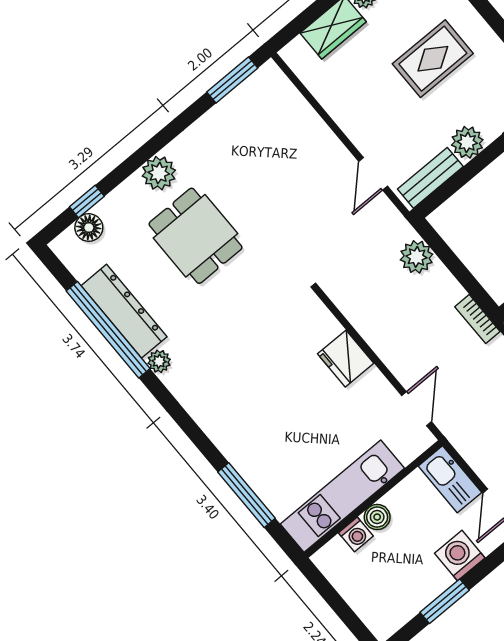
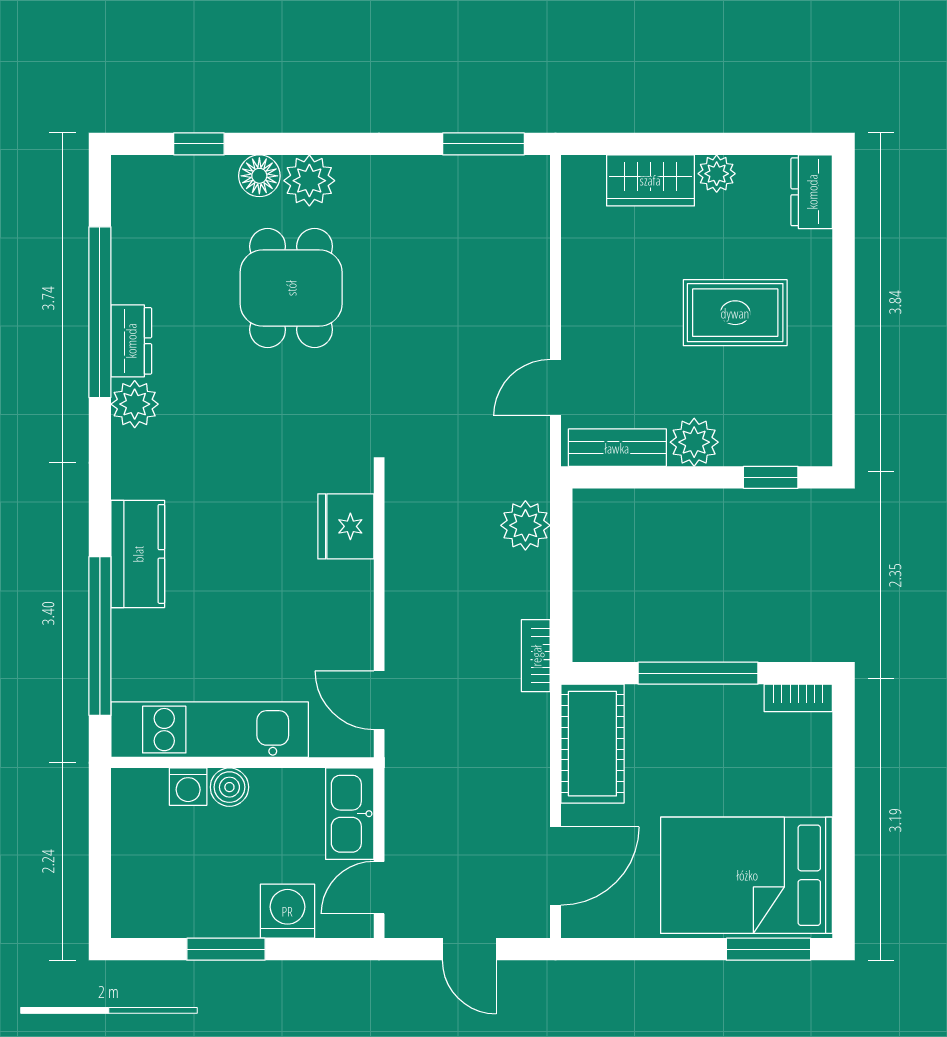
floor lamp: (89, 228) -> (259, 176), moved
dresser: (124, 311) -> (131, 341), width x0.51, depth x0.80
fridge: (346, 359) -> (346, 526), moved
plant: (159, 361) -> (135, 404), width x1.38, depth x1.38
door: (417, 409) -> (379, 700), swing flipped
kitchen counter: (231, 437) -> (138, 554), added
window: (246, 495) -> (100, 636), width x1.46

